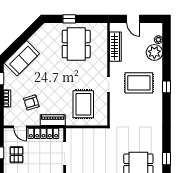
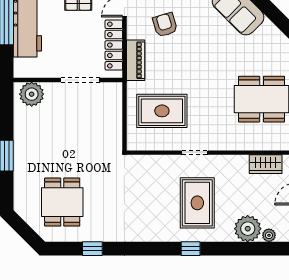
wardrobe: (115, 47) -> (266, 164), width x0.67
window: (167, 159) -> (92, 249), moved

